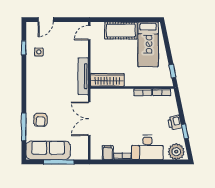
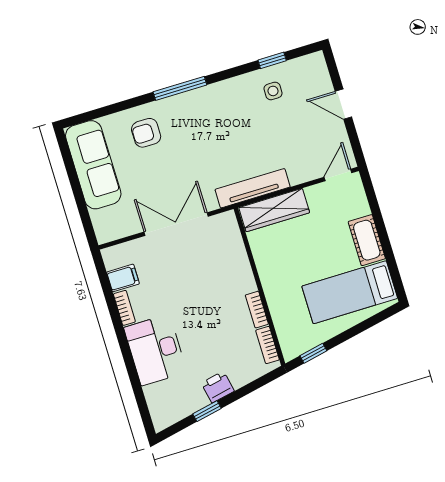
door: (46, 20) -> (343, 104), moved
cot: (121, 31) -> (367, 240), width x0.73, depth x0.75
door: (89, 33) -> (338, 175), hinge flipped
wardrobe: (107, 80) -> (274, 210), moved, turned 90
window: (24, 127) -> (180, 88), moved
plant: (176, 152) -> (164, 407), removed
window: (59, 162) -> (77, 191), removed

